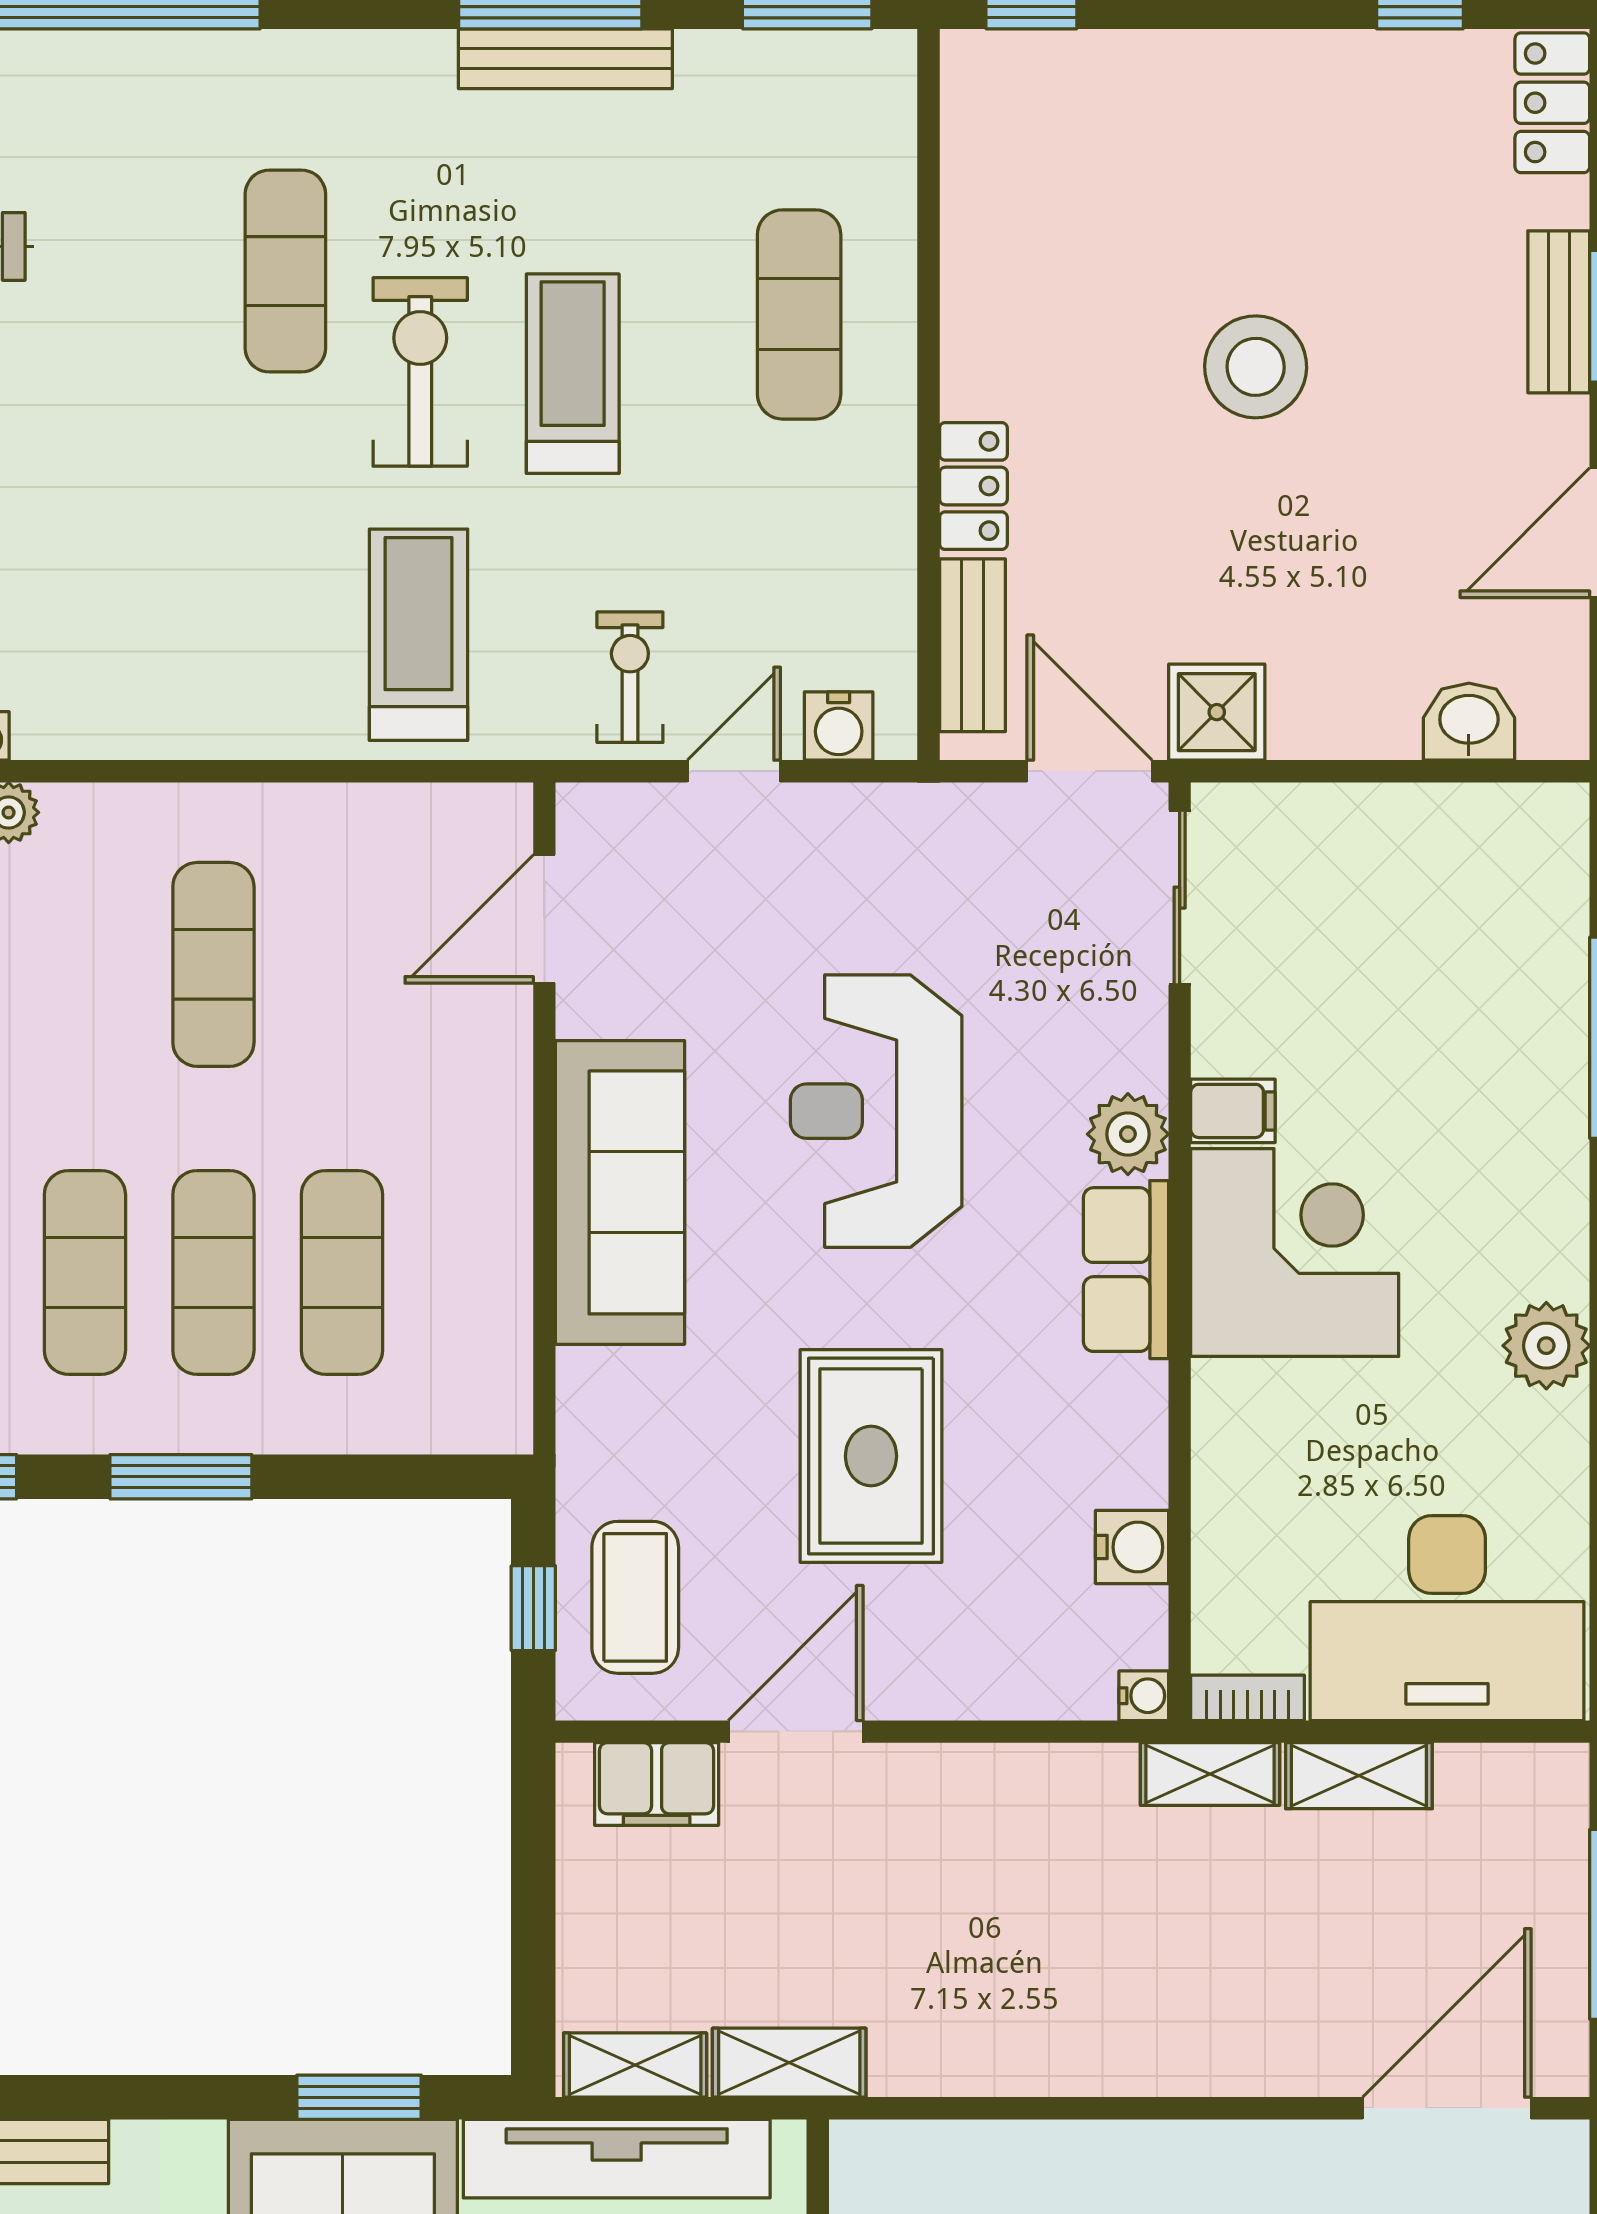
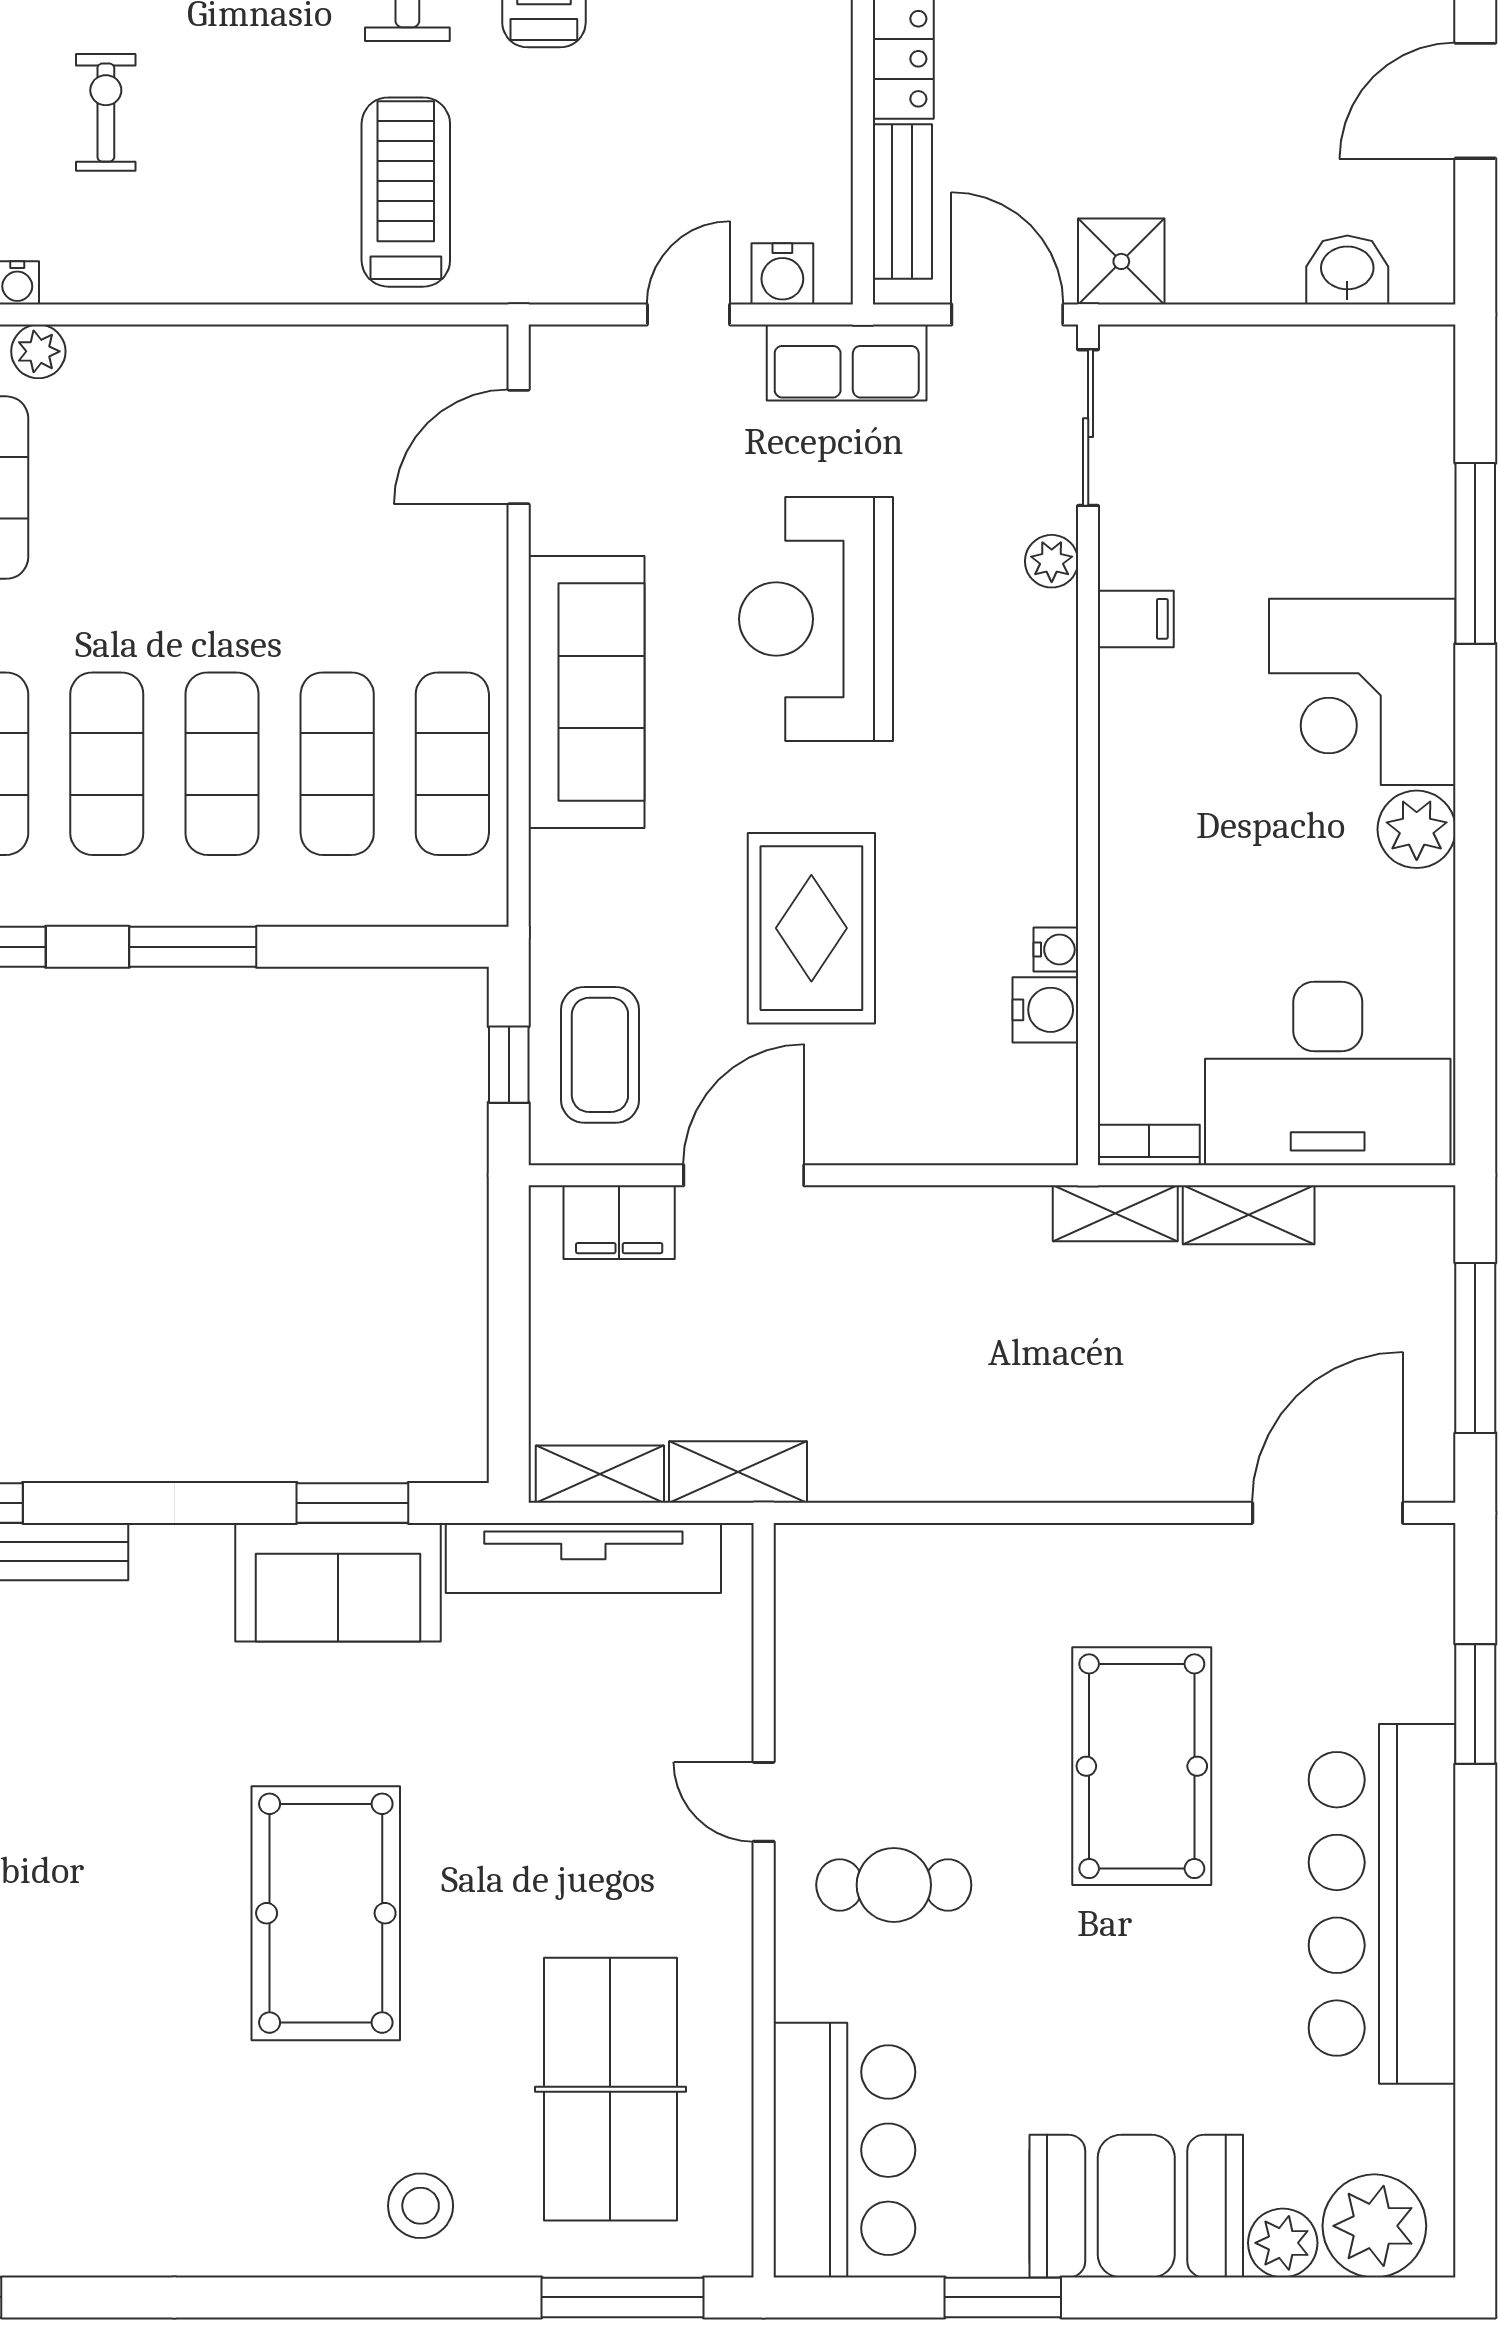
exercise bike: (630, 677) -> (106, 112), moved
exercise mat: (213, 964) -> (452, 764), moved
plant: (1128, 1134) -> (1052, 561), moved, width x0.73, depth x0.73
corner desk: (1295, 1252) -> (1362, 692), moved, turned 180
row of seats: (1126, 1270) -> (847, 363), moved, turned -90
water cooler: (1144, 1696) -> (1056, 950), moved

